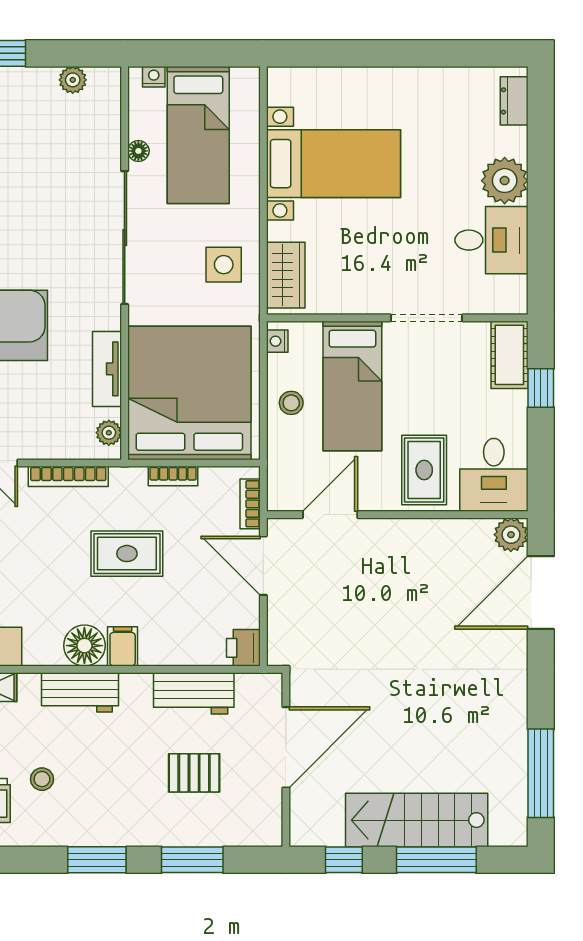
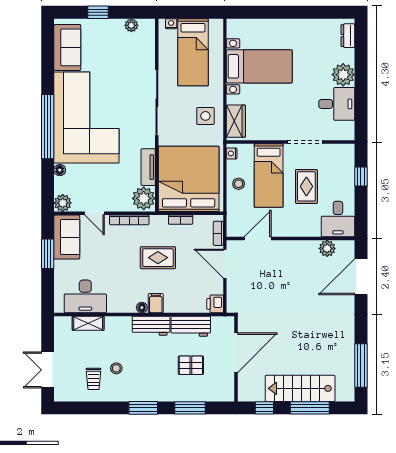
floor lamp: (138, 151) -> (164, 60), removed
cot: (509, 355) -> (346, 160), removed
plant: (109, 433) -> (144, 198), width x1.88, depth x1.88
rug: (424, 470) -> (306, 186), moved
plant: (511, 535) -> (327, 248), moved
floor lamp: (84, 646) -> (142, 308), width x0.53, depth x0.53
workbench: (80, 692) -> (151, 326), moved

